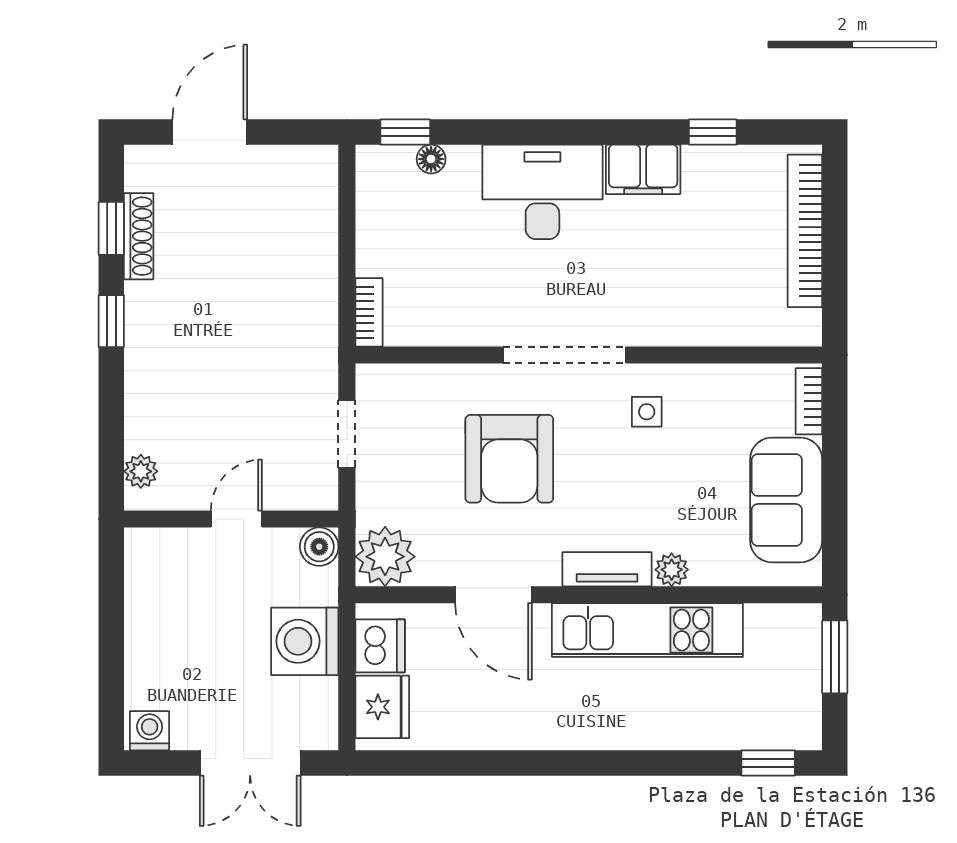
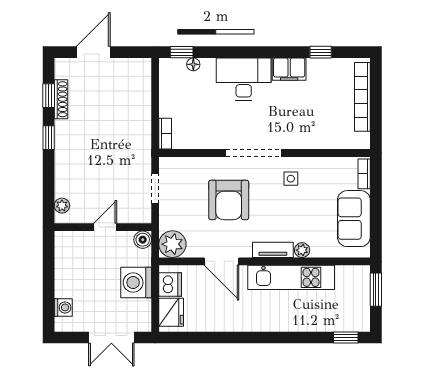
washing machine: (150, 731) -> (63, 307), moved, turned 90

